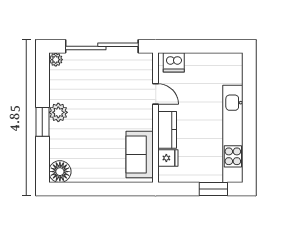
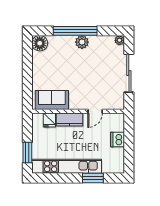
sliding door: (102, 46) -> (129, 73), width x0.73
dishwasher: (174, 62) -> (117, 140), moved
window: (249, 97) -> (93, 178), added
window: (42, 122) -> (75, 31), width x2.11

